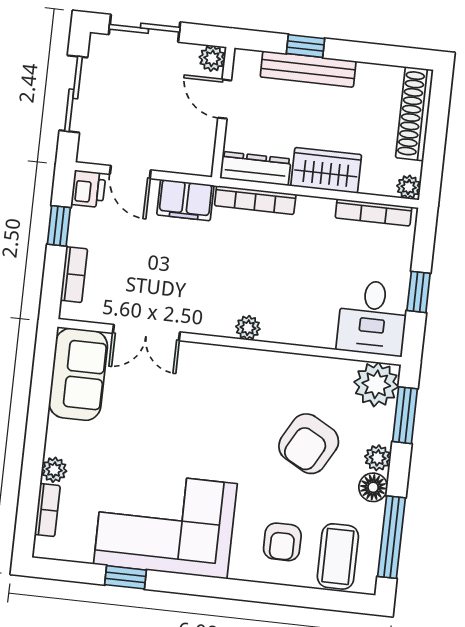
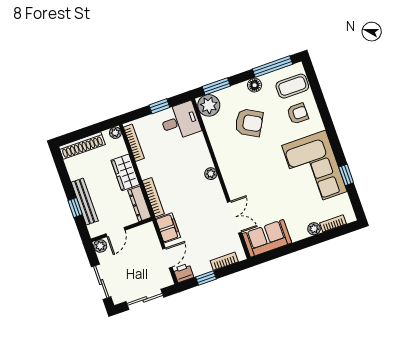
plant: (378, 458) -> (241, 89), removed

